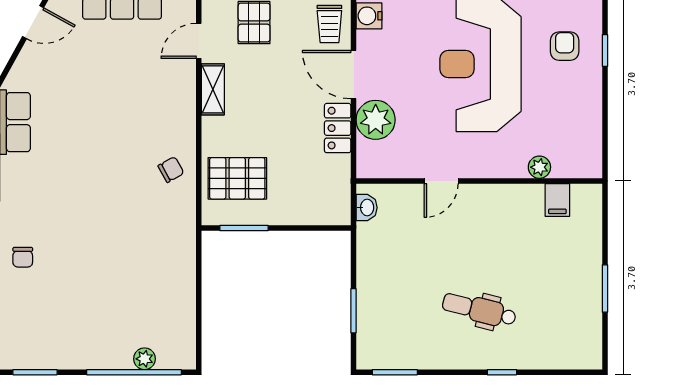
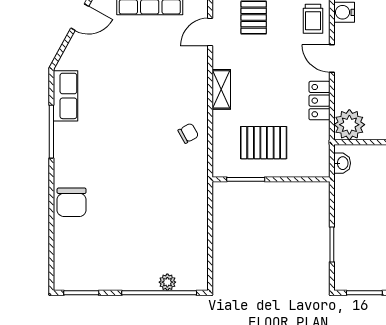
door: (353, 74) -> (332, 58), width x0.73
shelving: (213, 89) -> (221, 89), moved
plant: (376, 120) -> (349, 125), moved
pallet: (237, 178) -> (264, 143), moved
chair: (23, 257) -> (72, 202), width x1.87, depth x1.87

